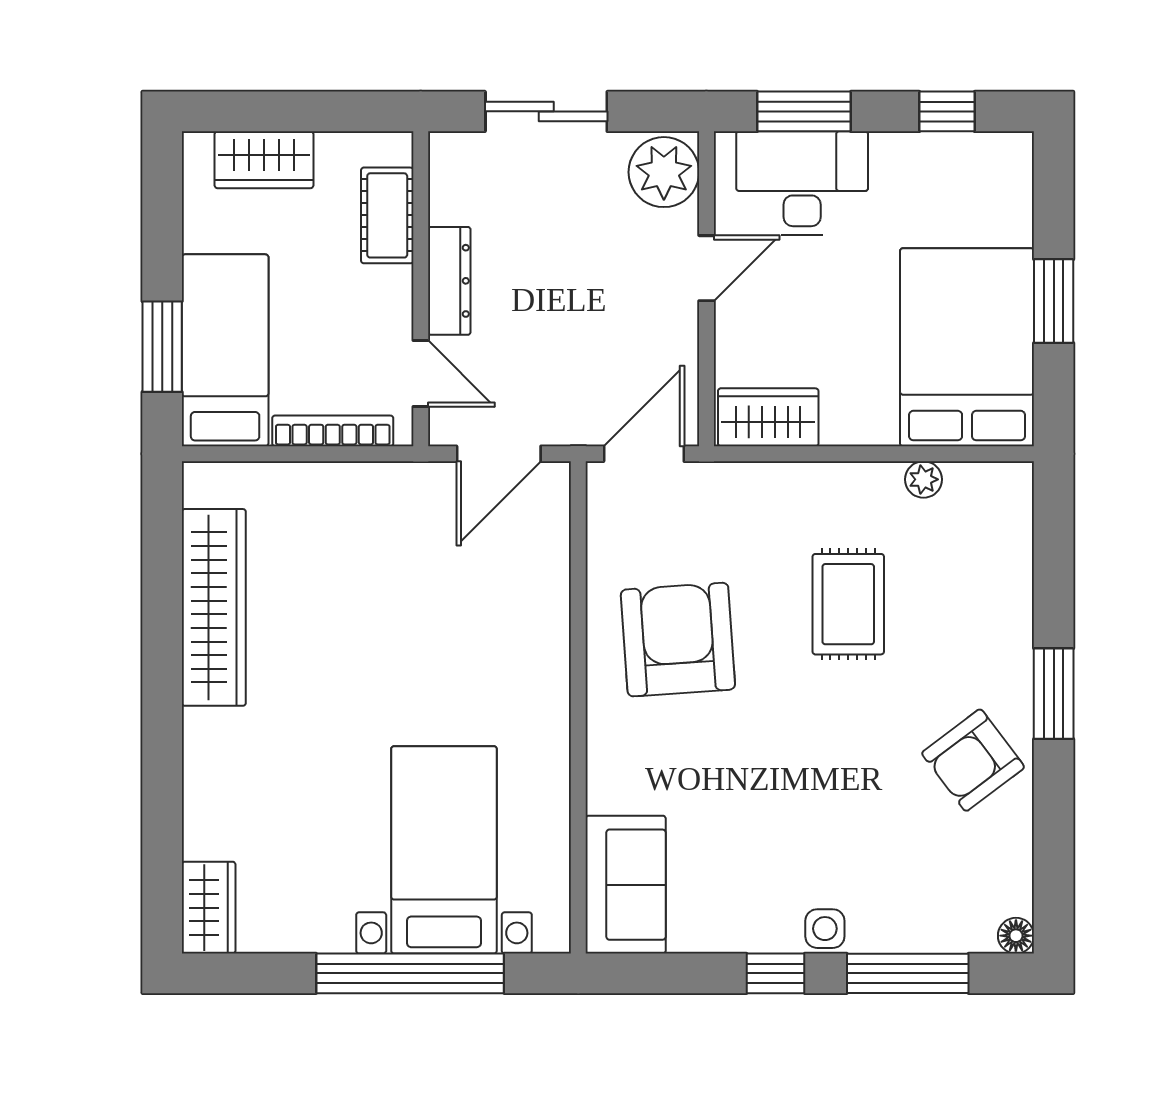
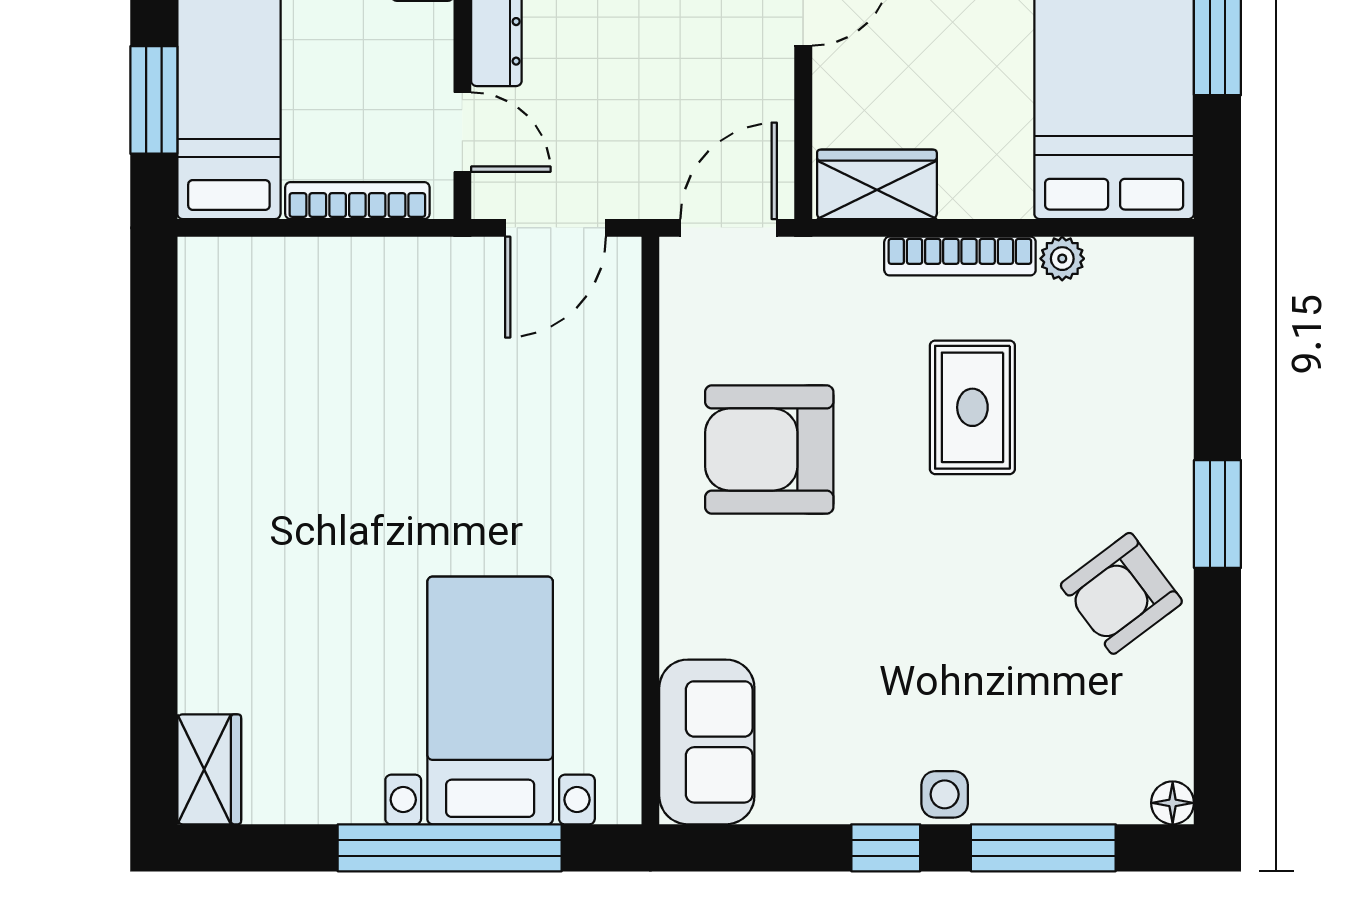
bookcase: (838, 477) -> (960, 256), added
wardrobe: (214, 607) -> (215, 411), removed
armchair: (678, 640) -> (769, 449), turned -86

